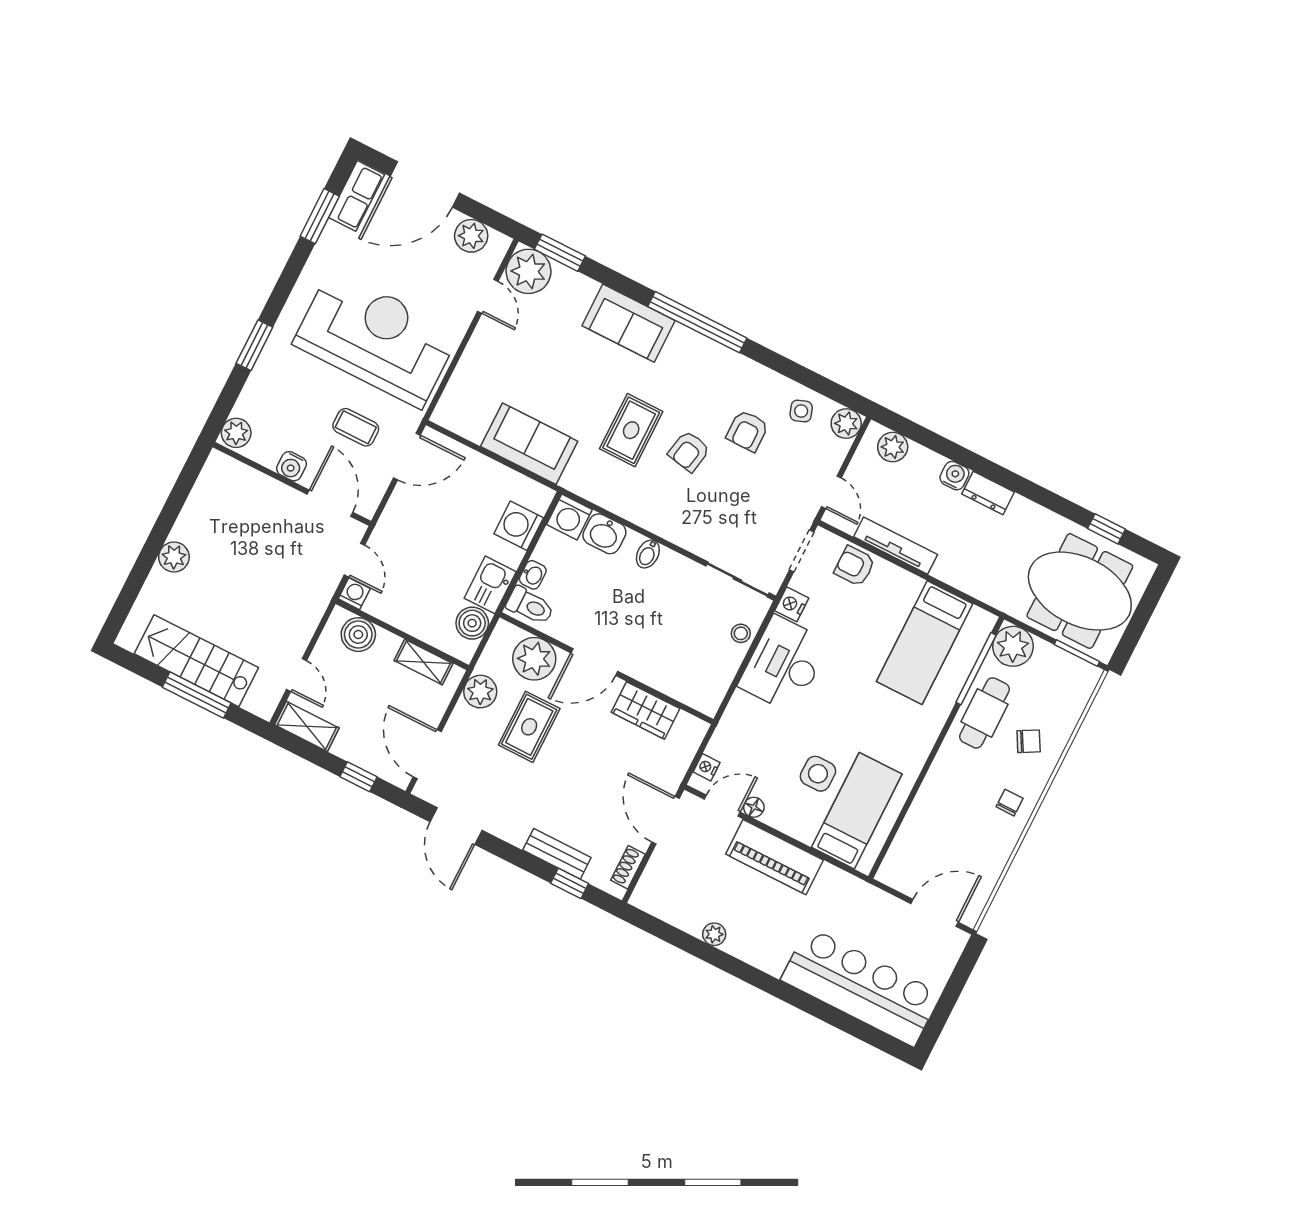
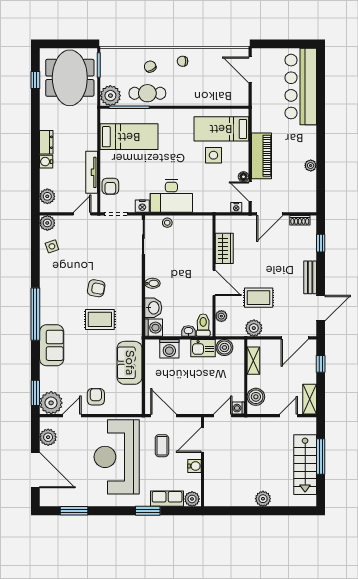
row of seats: (356, 196) -> (167, 499), moved
armchair: (747, 431) -> (96, 397), moved, turned -90
plant: (534, 659) -> (221, 316), width x0.53, depth x0.53
bench: (557, 854) -> (310, 277), moved

